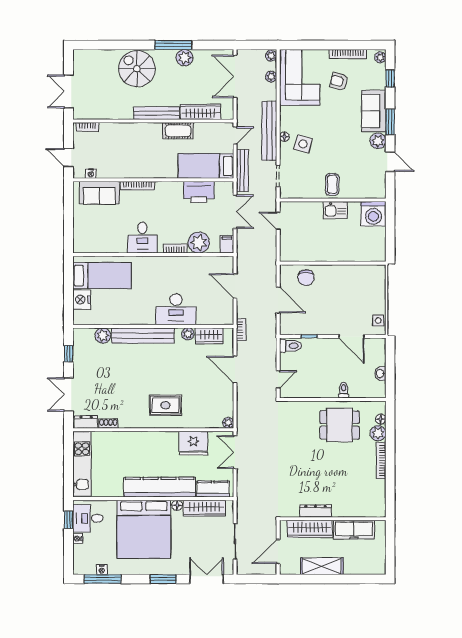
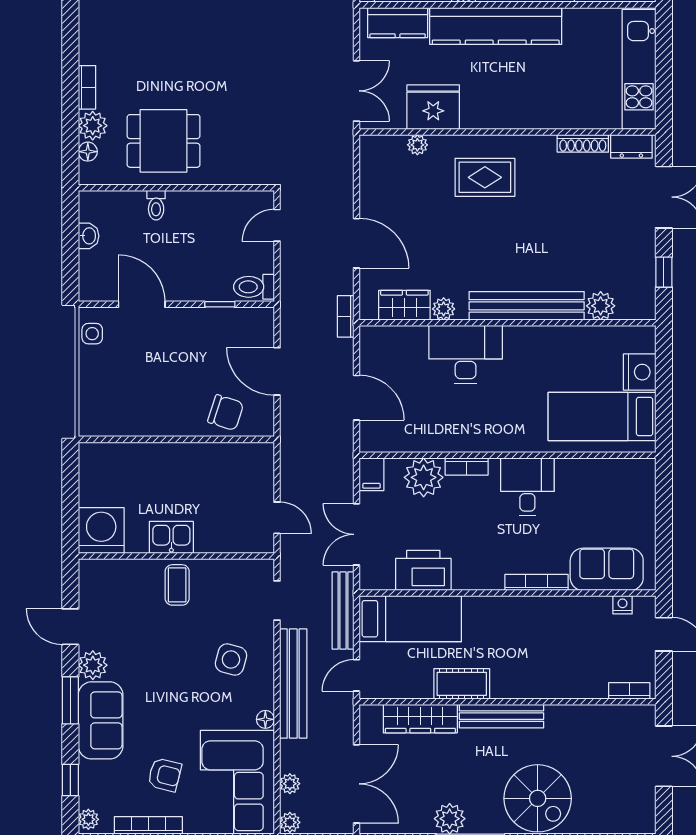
floor lamp: (284, 137) -> (265, 719), moved
chair: (306, 278) -> (226, 413), turned 108
plant: (228, 423) -> (417, 145), moved
shoe rack: (108, 424) -> (583, 143), width x1.43
bookcase: (381, 461) -> (87, 87), width x0.64

